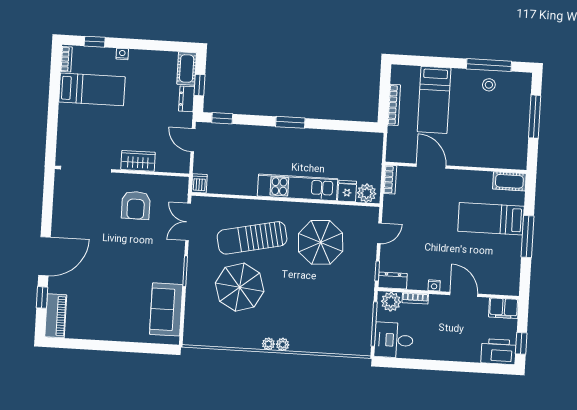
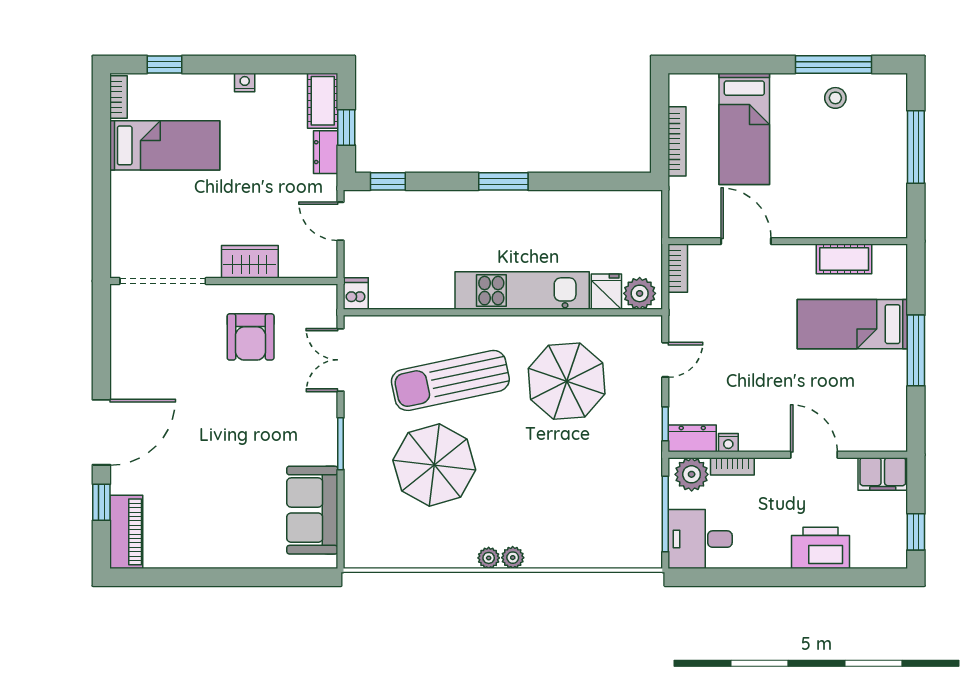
nightstand: (122, 54) -> (245, 82), moved
cot: (509, 181) -> (844, 259), moved
nightstand: (434, 285) -> (728, 443), moved
printer: (499, 352) -> (821, 548), moved

